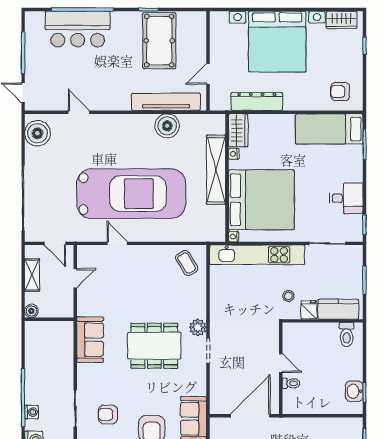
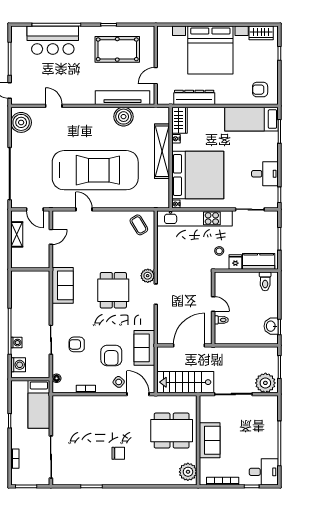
pool table: (159, 41) -> (117, 49), turned 90
boiler: (31, 311) -> (16, 263), removed
dining table: (154, 346) -> (113, 290), width x0.73

